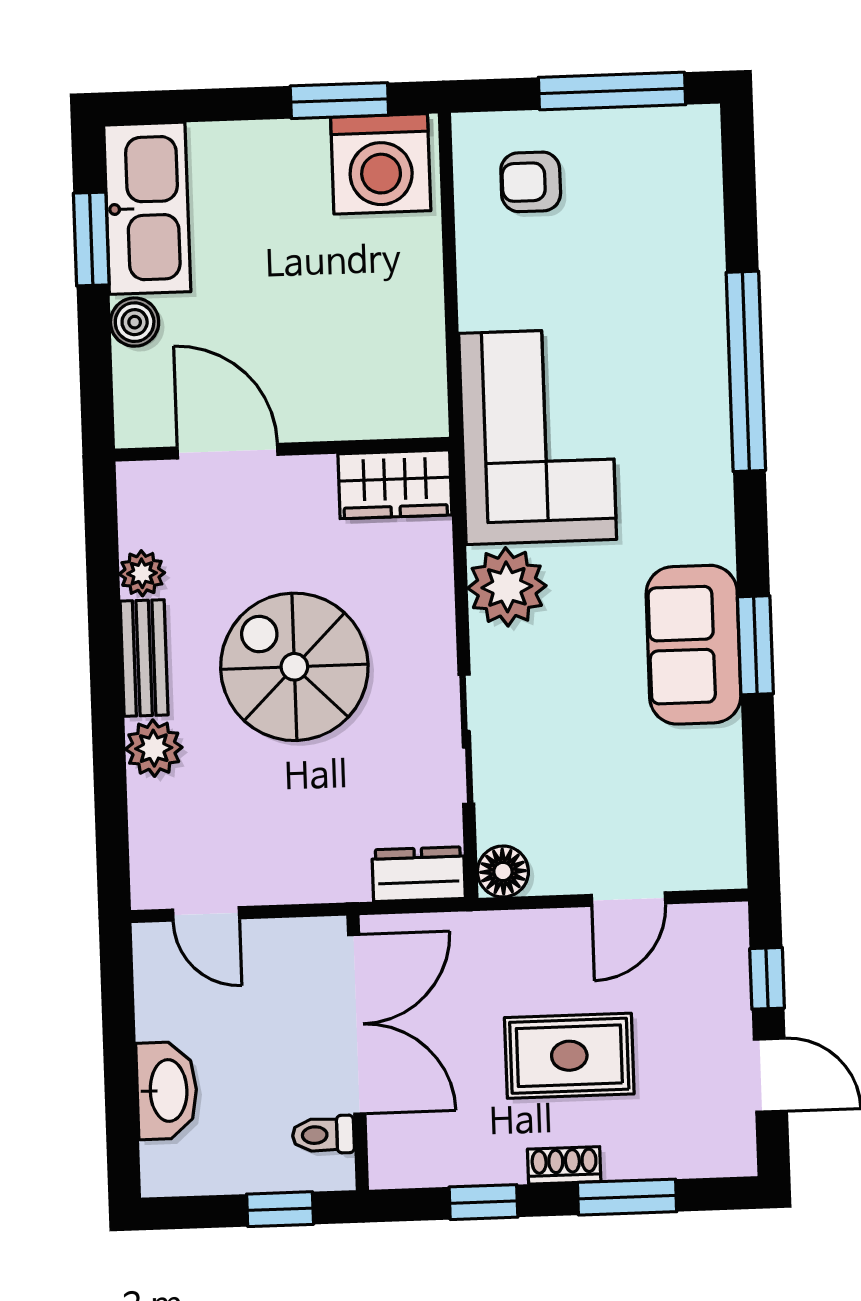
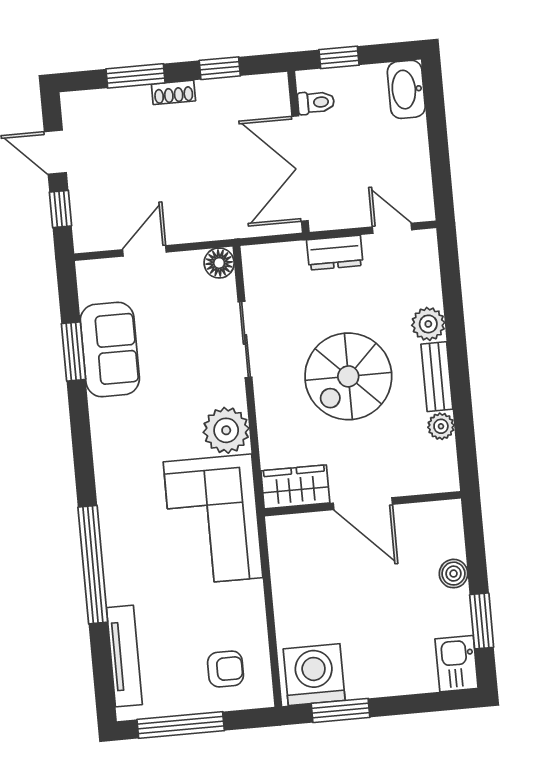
kitchen sink: (147, 208) -> (457, 664), width x0.53, depth x0.81
tv unit: (701, 213) -> (124, 656), added
door: (228, 451) -> (363, 504), moved
sofa: (693, 645) -> (110, 350), moved
window: (755, 645) -> (73, 351), moved
spiral stairs: (294, 667) -> (348, 376), turned 90
dresser: (419, 874) -> (335, 253), moved
rug: (569, 1056) -> (174, 157), removed
washbasin: (167, 1091) -> (406, 89), moved

